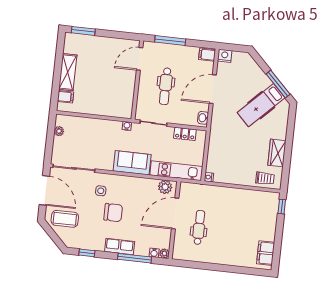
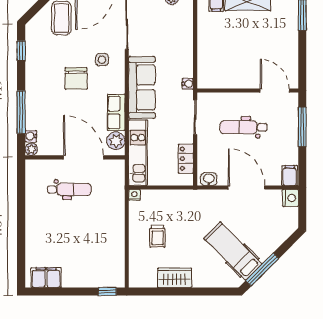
sofa: (132, 163) -> (142, 87), width x1.36
trolley: (265, 178) -> (157, 236), moved
row of seats: (120, 247) -> (116, 112), moved, turned 180

